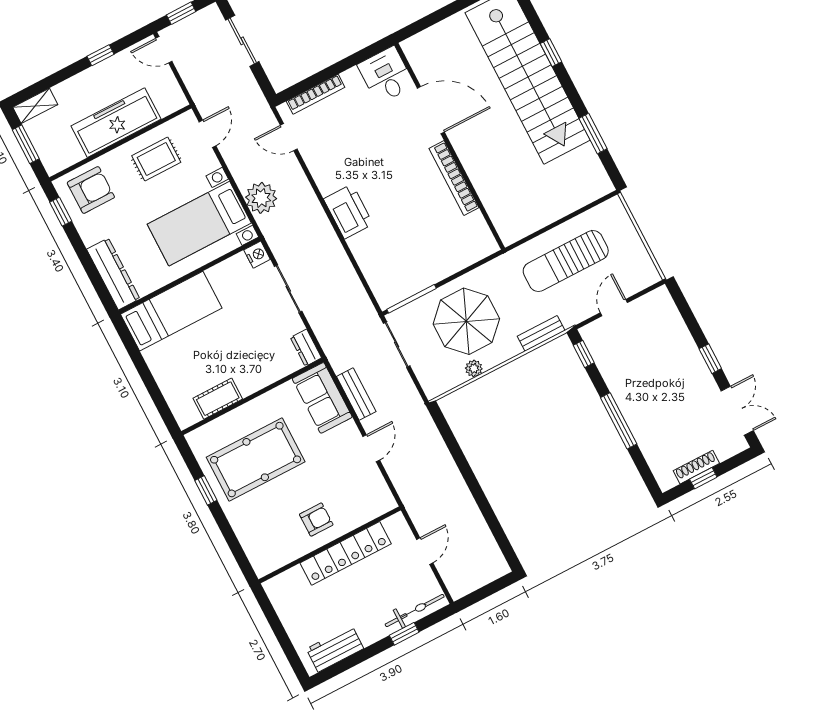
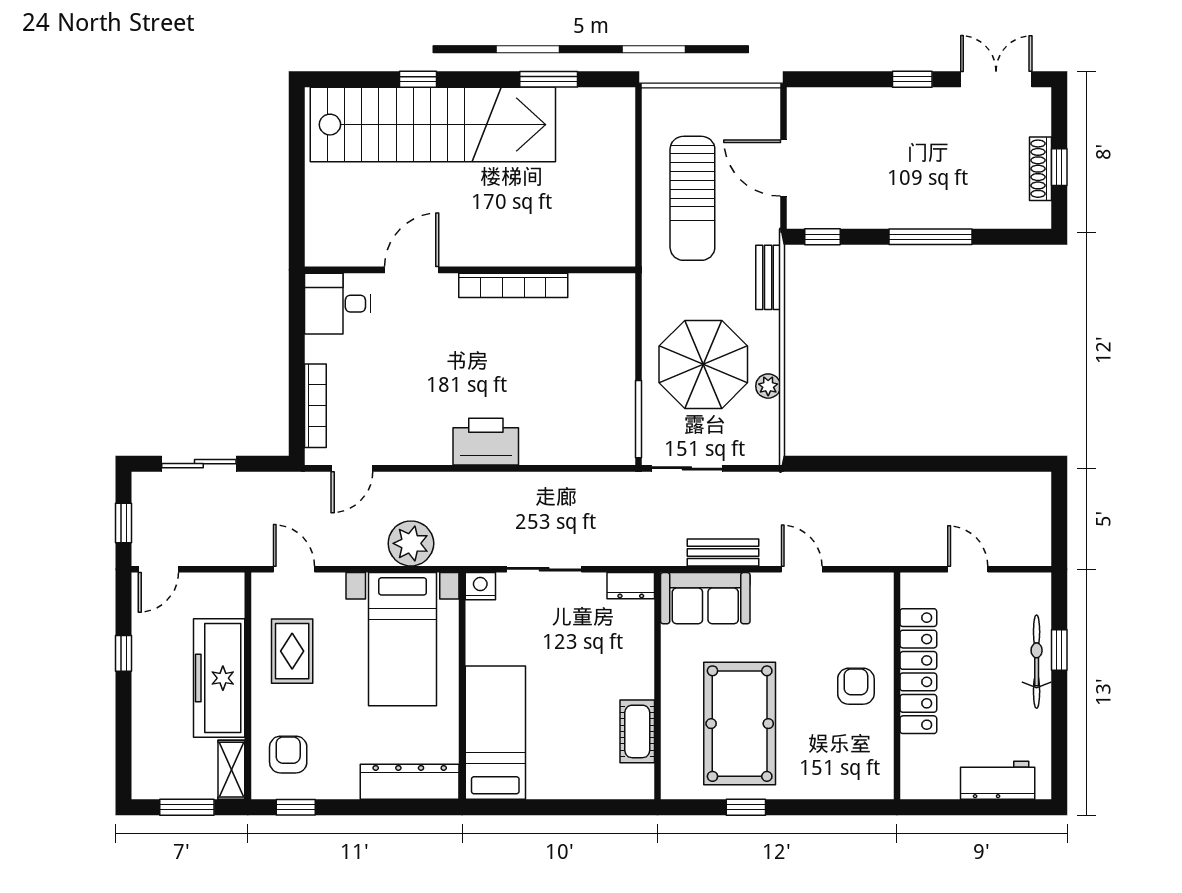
shelving: (35, 106) -> (231, 770), moved
door: (431, 110) -> (412, 270), width x0.73
armchair: (91, 190) -> (288, 755), width x0.72, depth x0.72
door: (614, 308) -> (784, 168), width x1.37
bicycle: (415, 611) -> (1037, 662), moved
workbench: (335, 649) -> (998, 780), moved, turned 90

